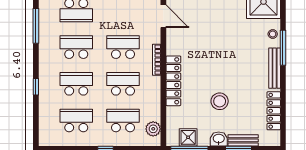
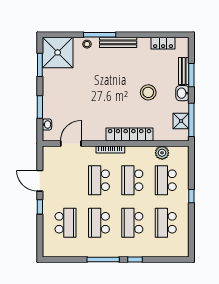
window: (36, 26) -> (103, 260), moved
locker: (274, 111) -> (163, 43), width x0.66
plant: (153, 129) -> (162, 153), moved

